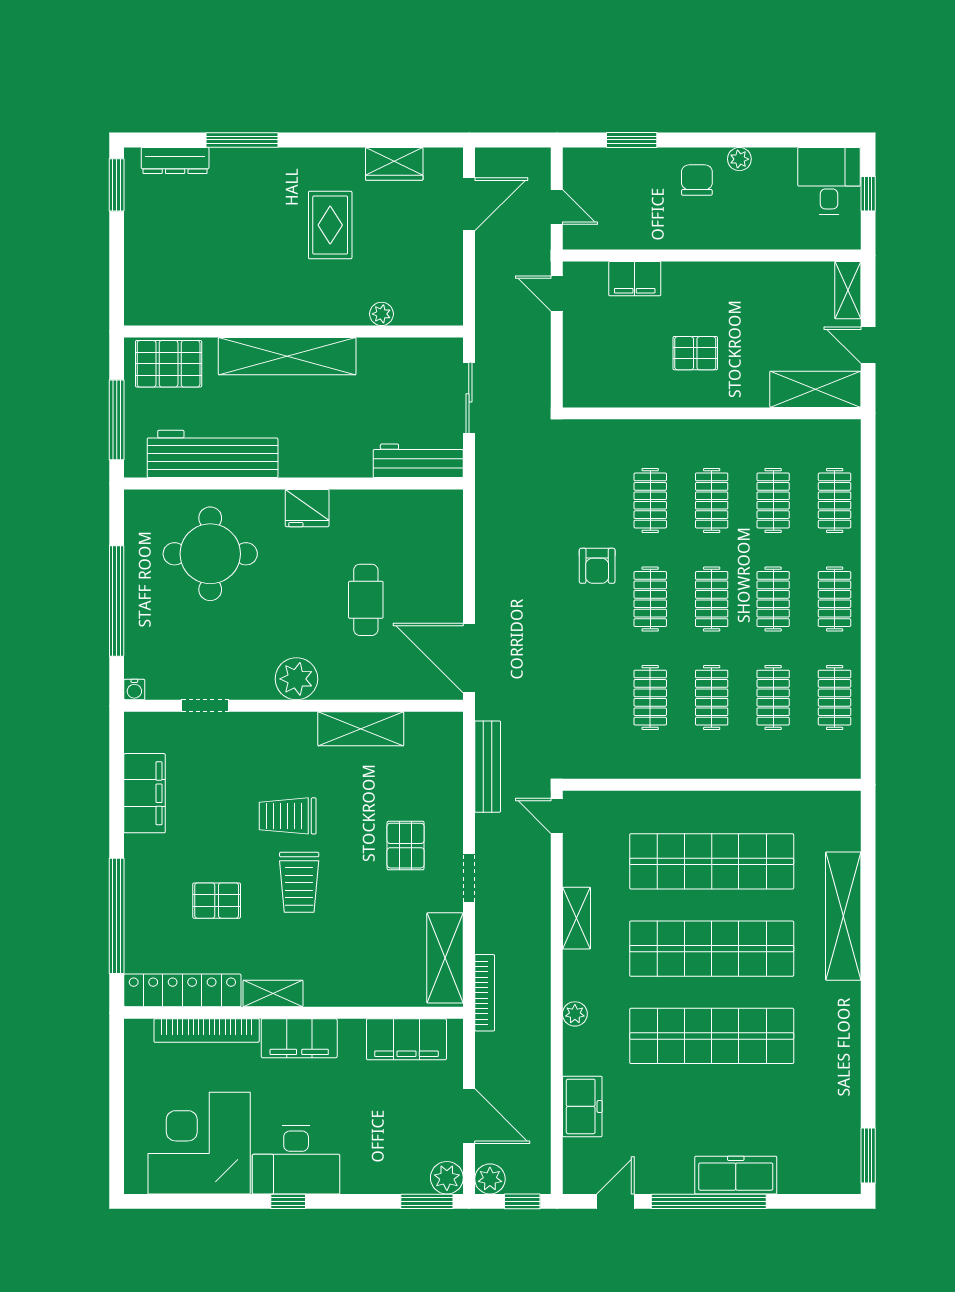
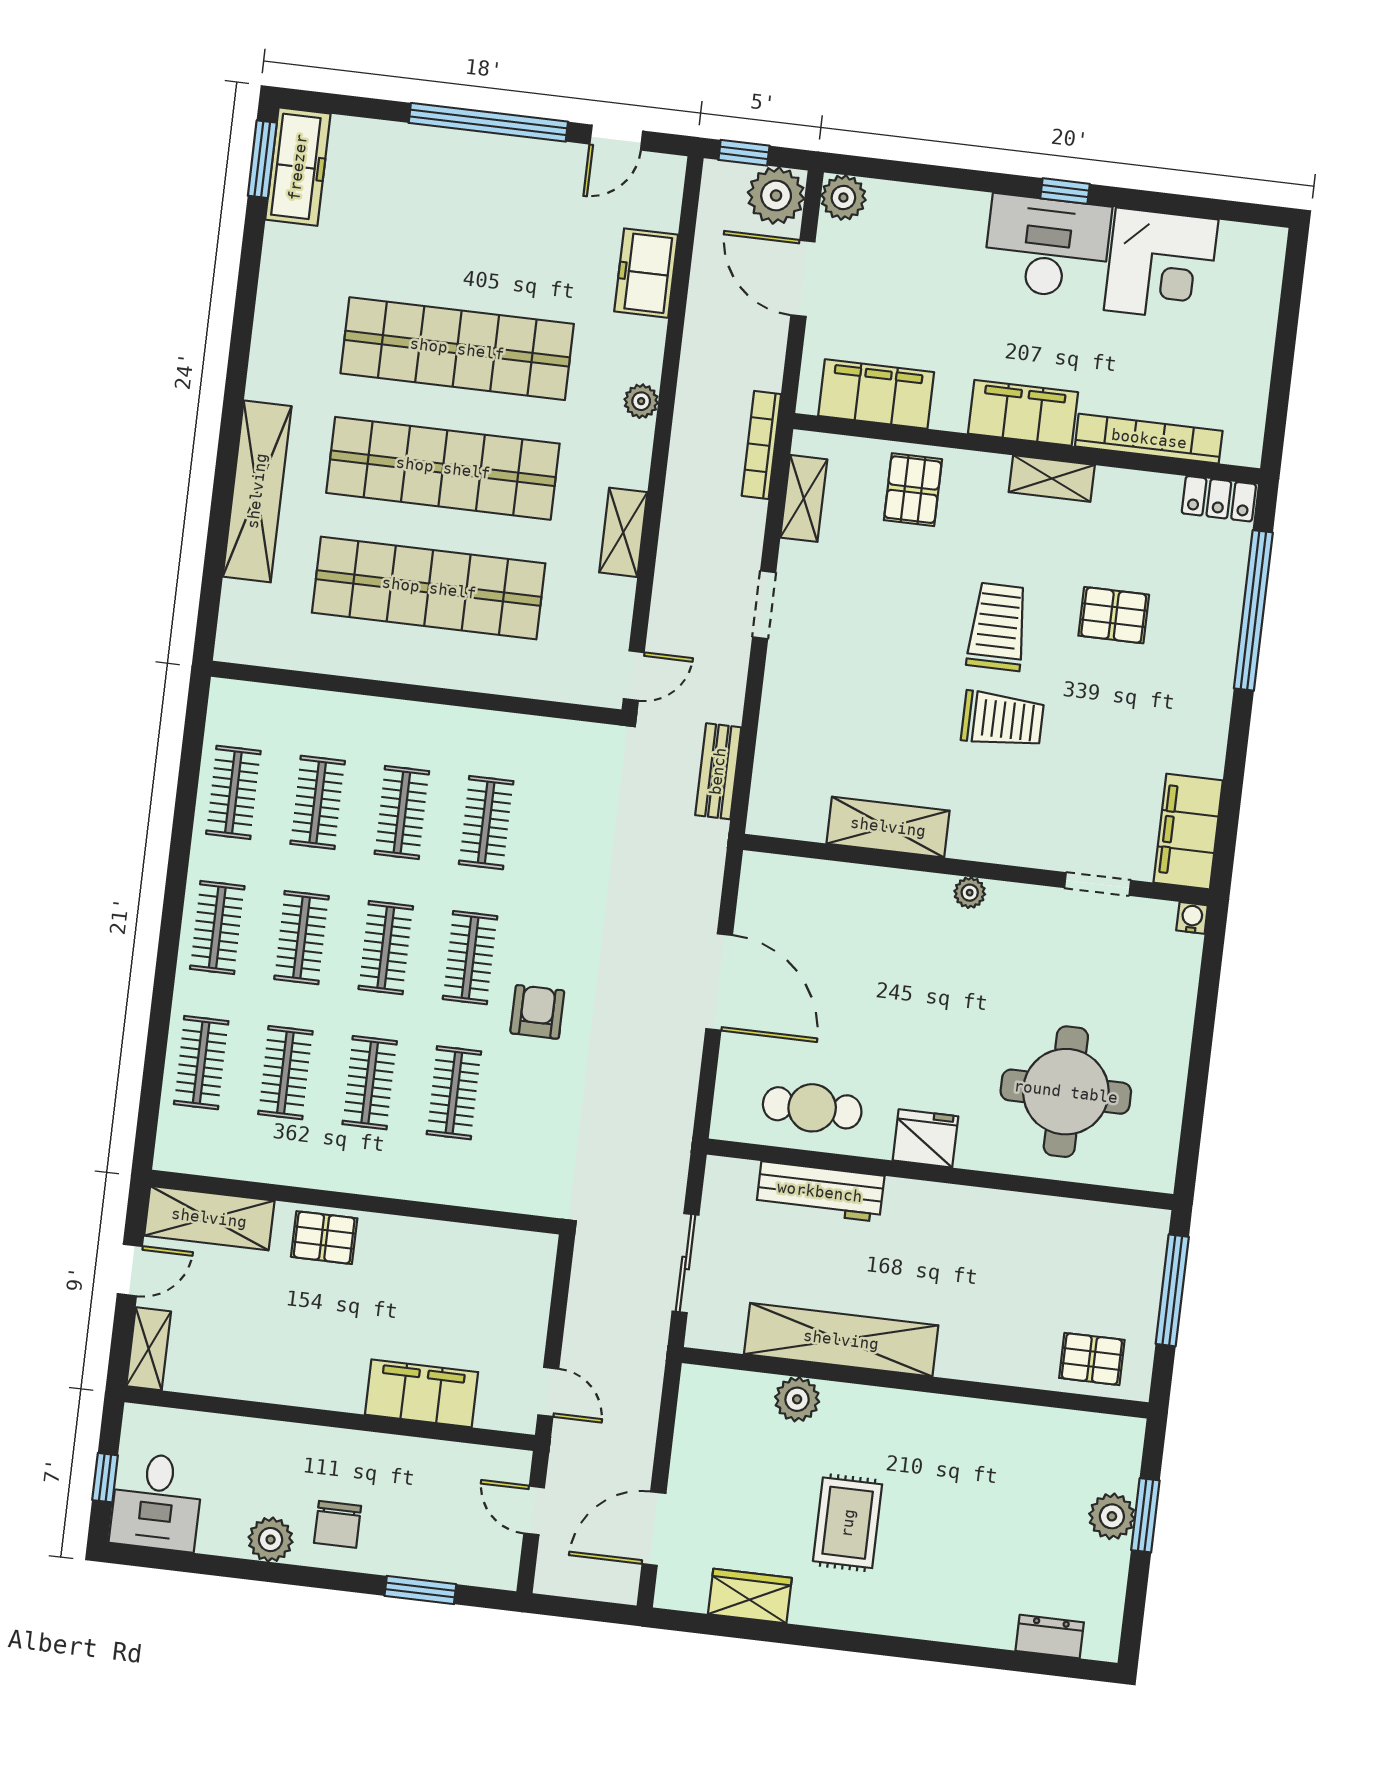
window: (242, 140) -> (955, 1654), removed
plant: (739, 159) -> (271, 1540), width x1.38, depth x1.38
dresser: (175, 160) -> (1050, 1637), width x0.70
window: (117, 185) -> (1145, 1515), moved
plant: (141, 252) -> (1112, 1516), added
filing cabinet: (635, 279) -> (422, 1393), width x1.50, depth x1.17
plant: (382, 314) -> (797, 1399), width x1.38, depth x1.38
door: (868, 345) -> (130, 1270), hinge flipped
pallet: (695, 353) -> (324, 1238), moved
shelving: (287, 356) -> (841, 1340), moved
pallet: (169, 364) -> (1092, 1359), width x0.67, depth x0.71
workbench: (213, 454) -> (1046, 1228), removed
workbench: (418, 461) -> (820, 1192), moved
cafe table: (366, 600) -> (812, 1108), moved, turned 90
window: (117, 601) -> (1202, 1042), removed
door: (469, 658) -> (719, 982), moved
plant: (296, 679) -> (970, 893), width x0.53, depth x0.53
bench: (488, 767) -> (718, 771), width x0.73
filing cabinet: (145, 793) -> (1188, 831), moved
door: (557, 816) -> (634, 676), hinge flipped
pallet: (406, 846) -> (913, 490), moved
shelving: (445, 958) -> (804, 498), width x0.67, depth x0.75
locker: (182, 990) -> (1219, 499), width x0.46, depth x0.83
corner desk: (199, 1143) -> (1161, 265), width x0.74, depth x0.74
freezer: (736, 1175) -> (298, 167), moved, turned -90
plant: (490, 1179) -> (776, 196), width x1.36, depth x1.36
window: (427, 1201) -> (875, 168), removed

